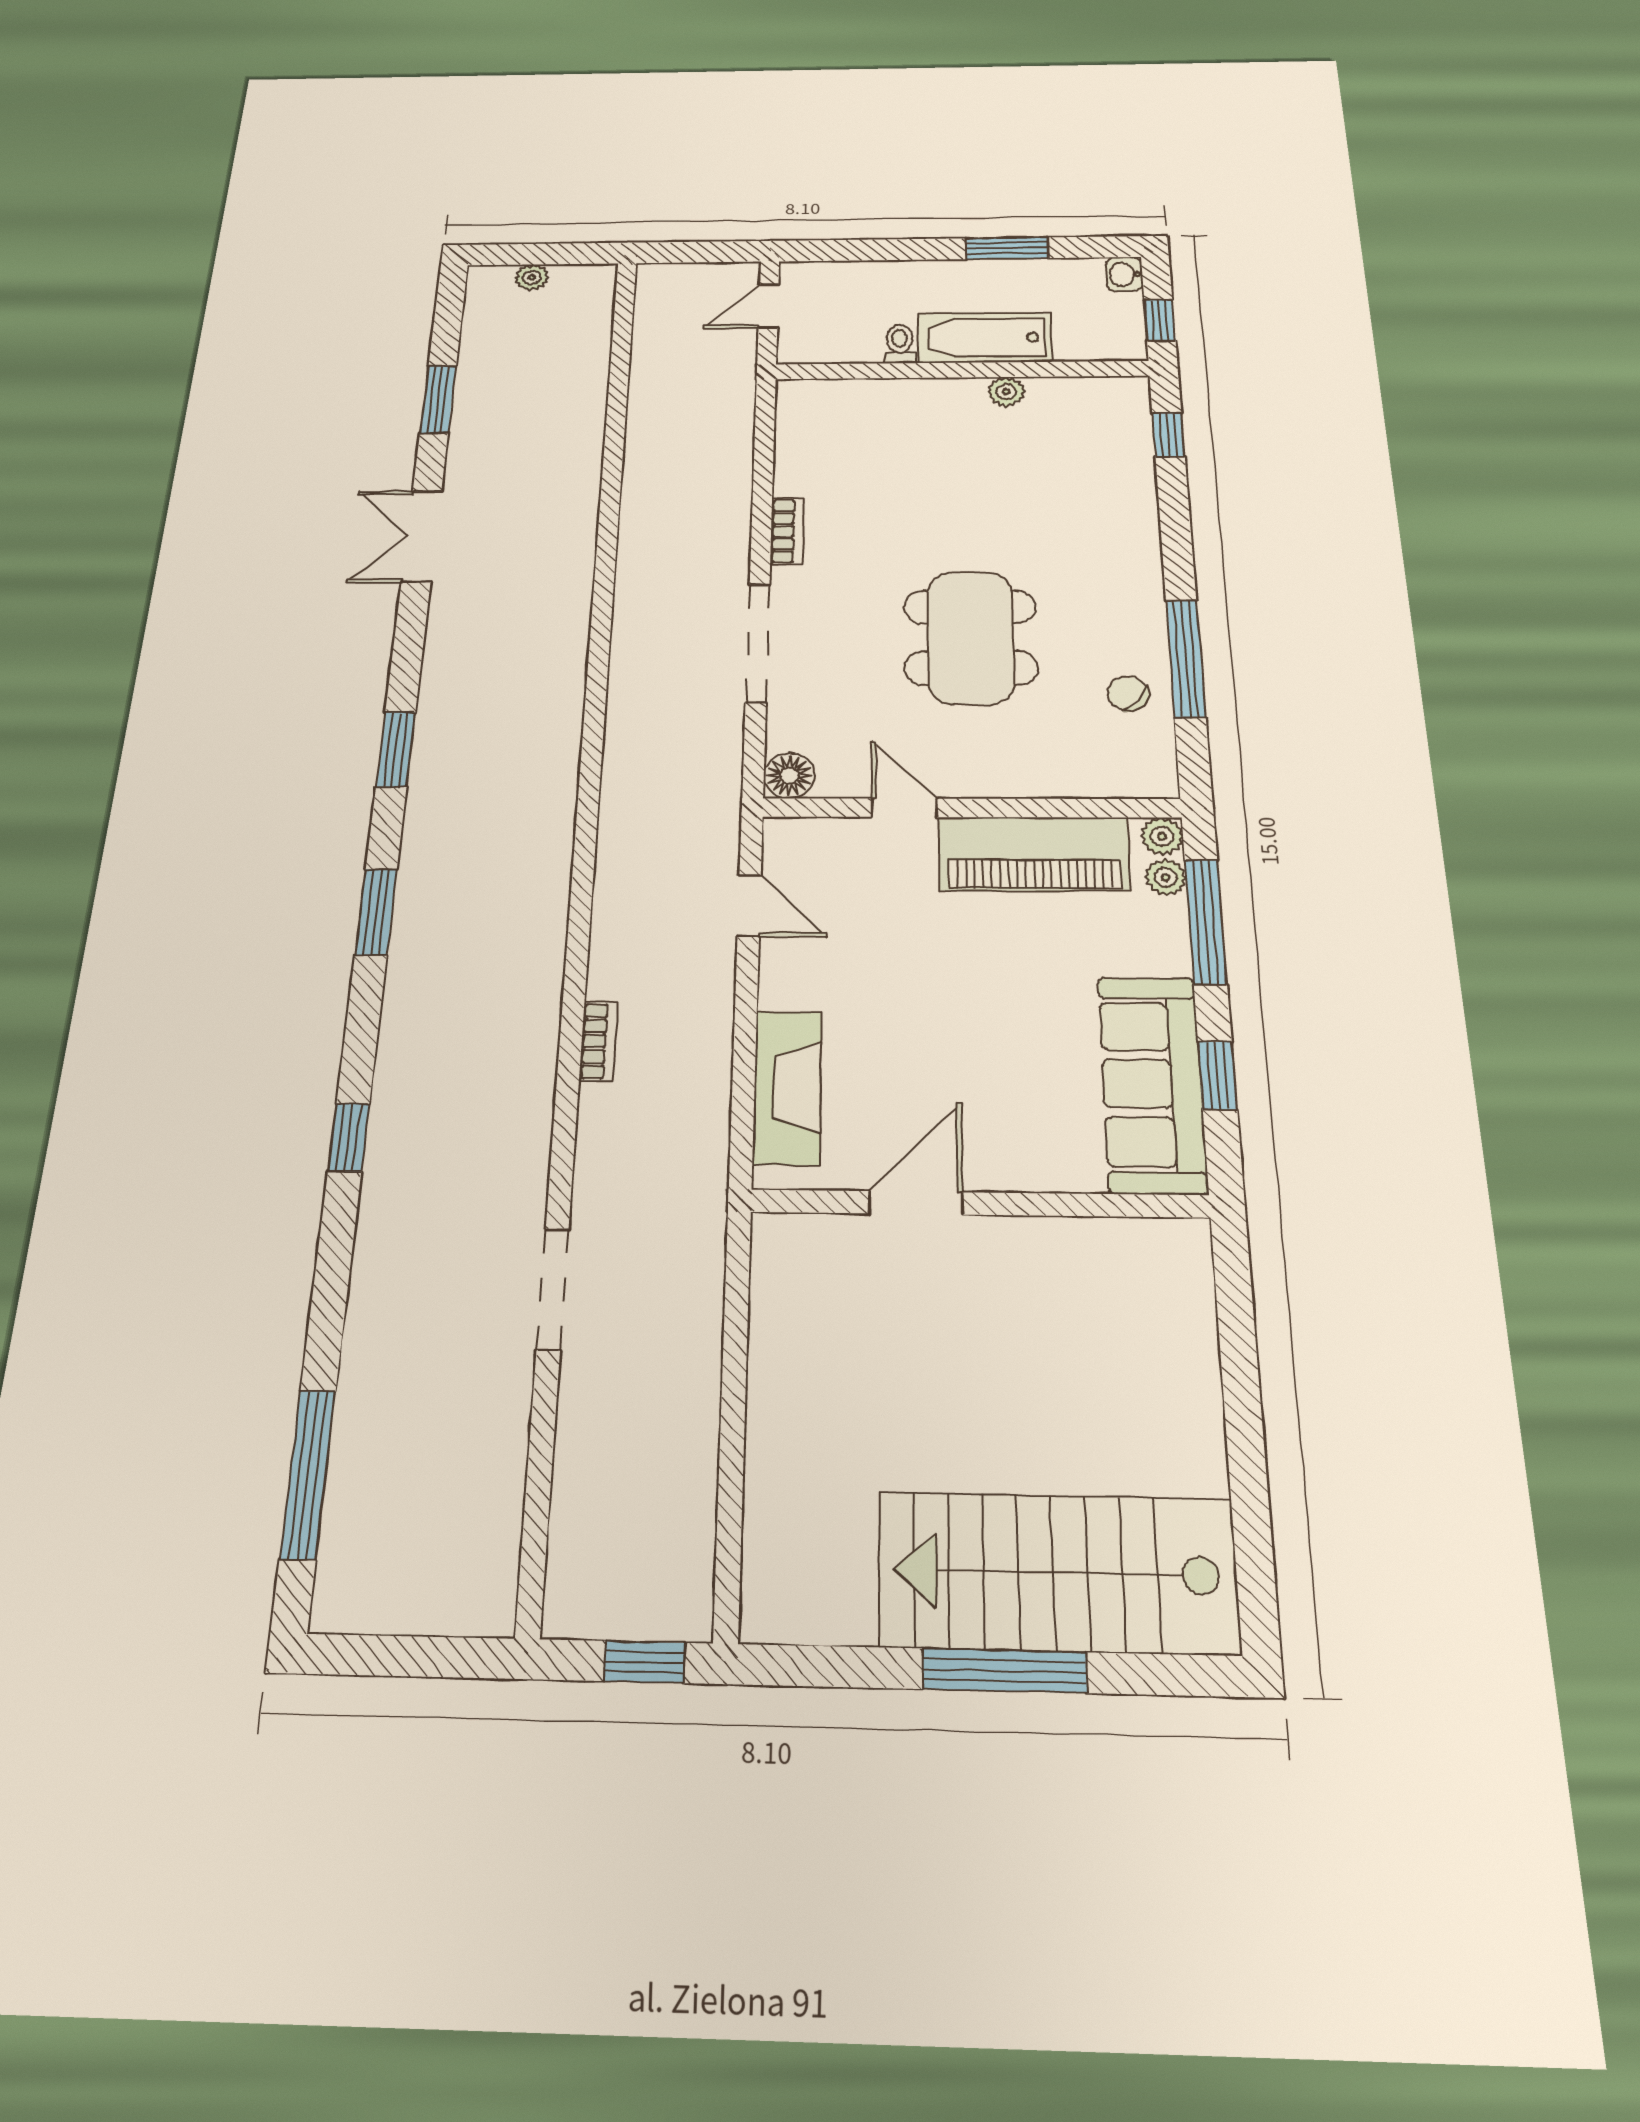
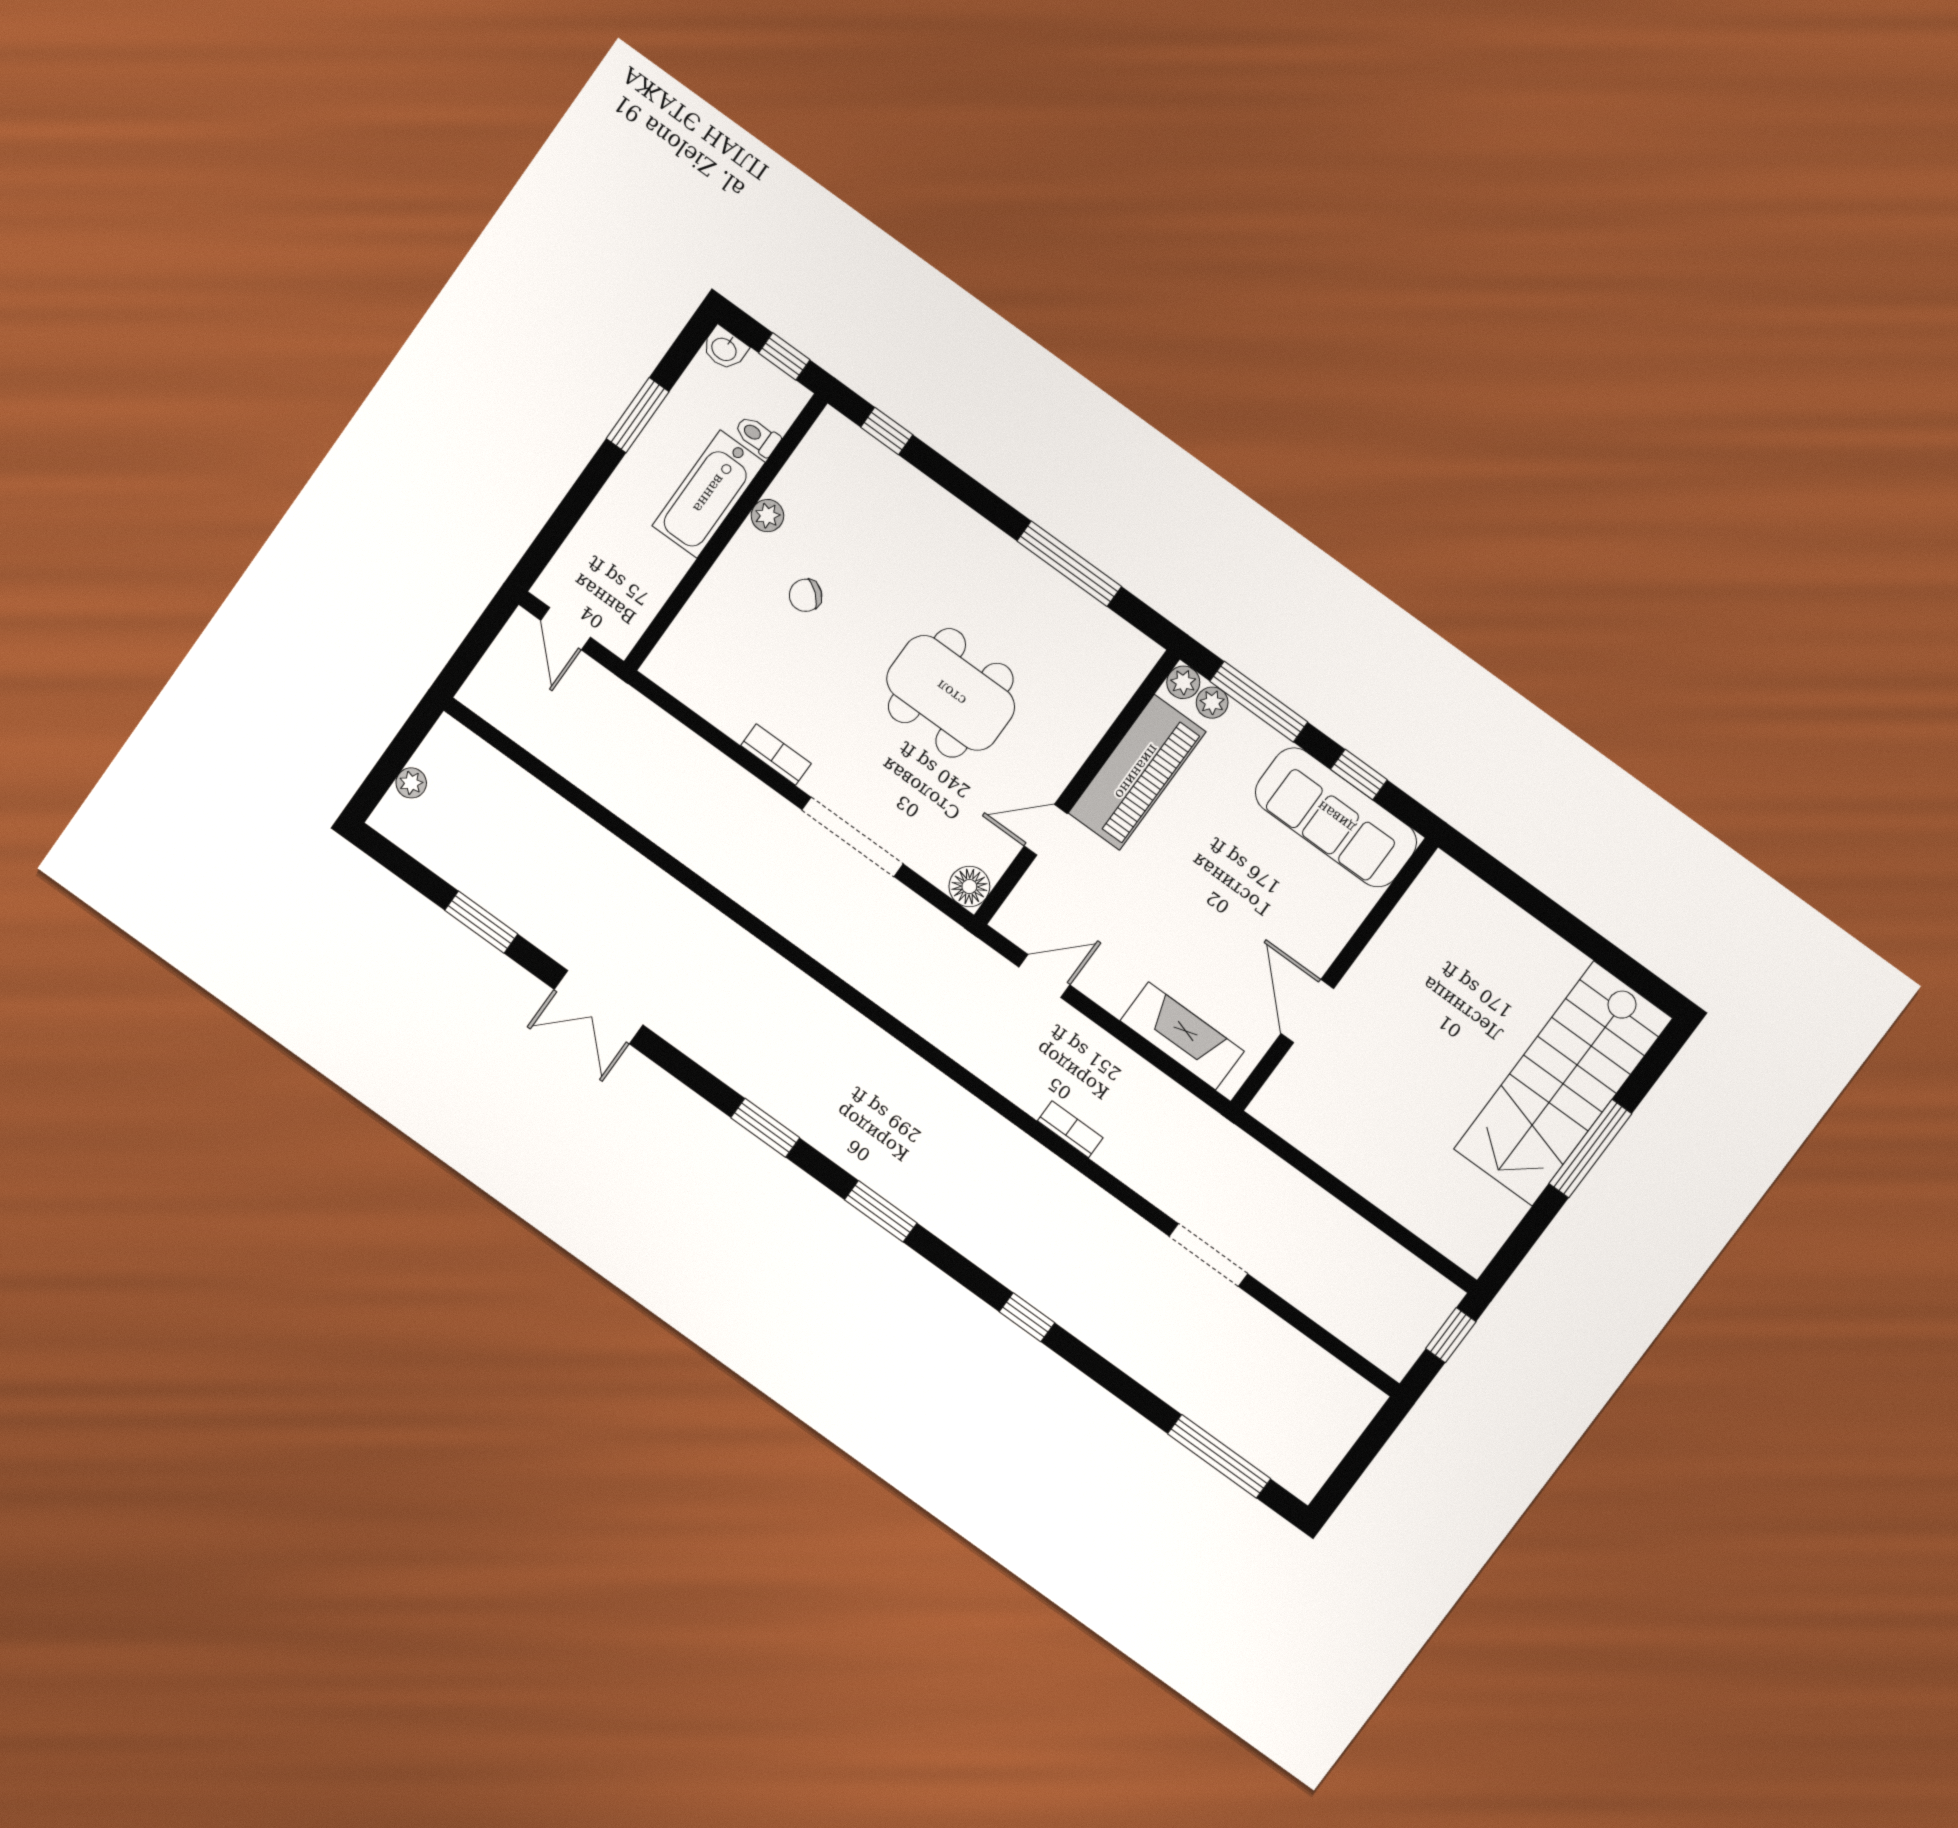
toilet: (900, 344) -> (757, 436), moved
chair: (1128, 694) -> (806, 595), moved

